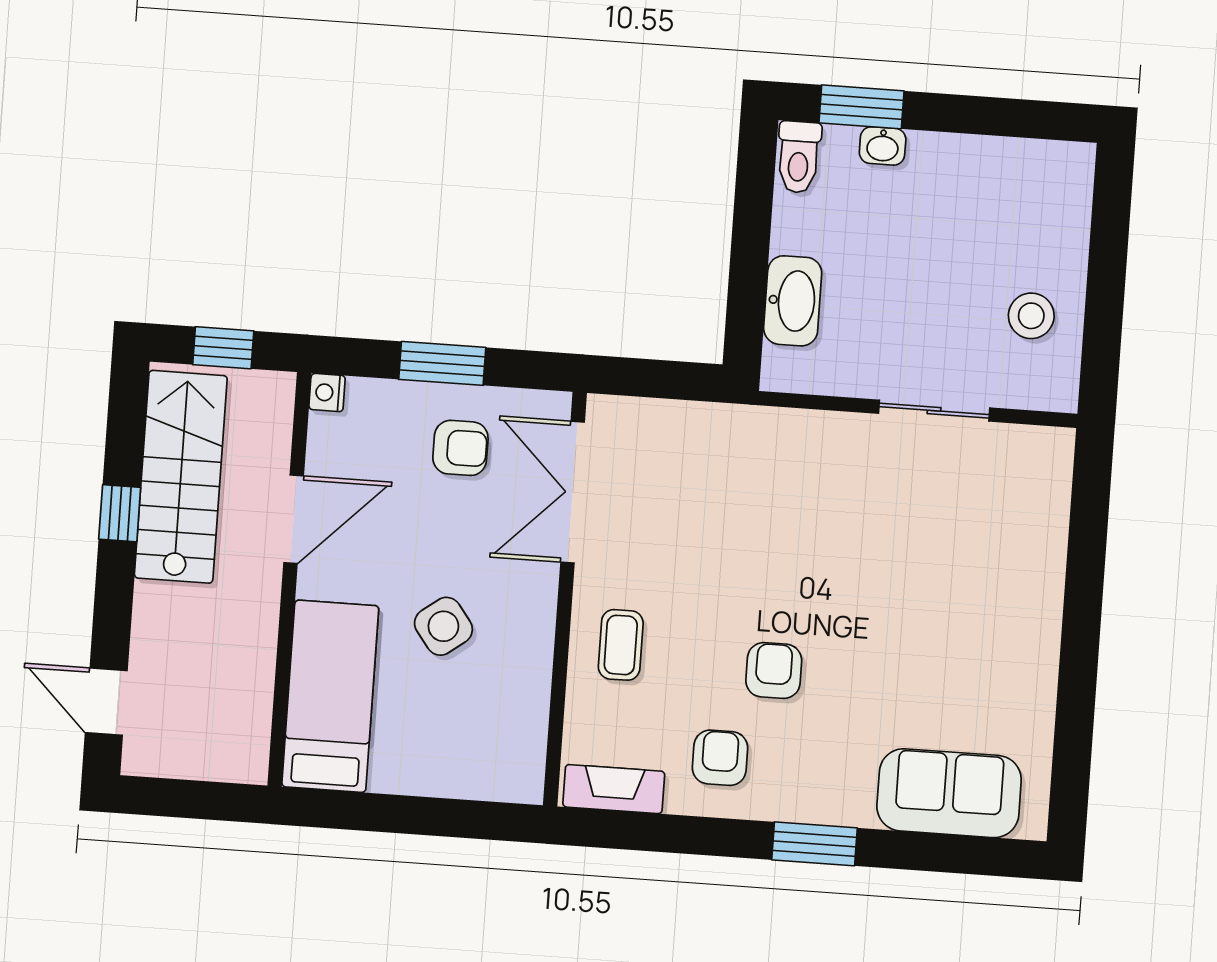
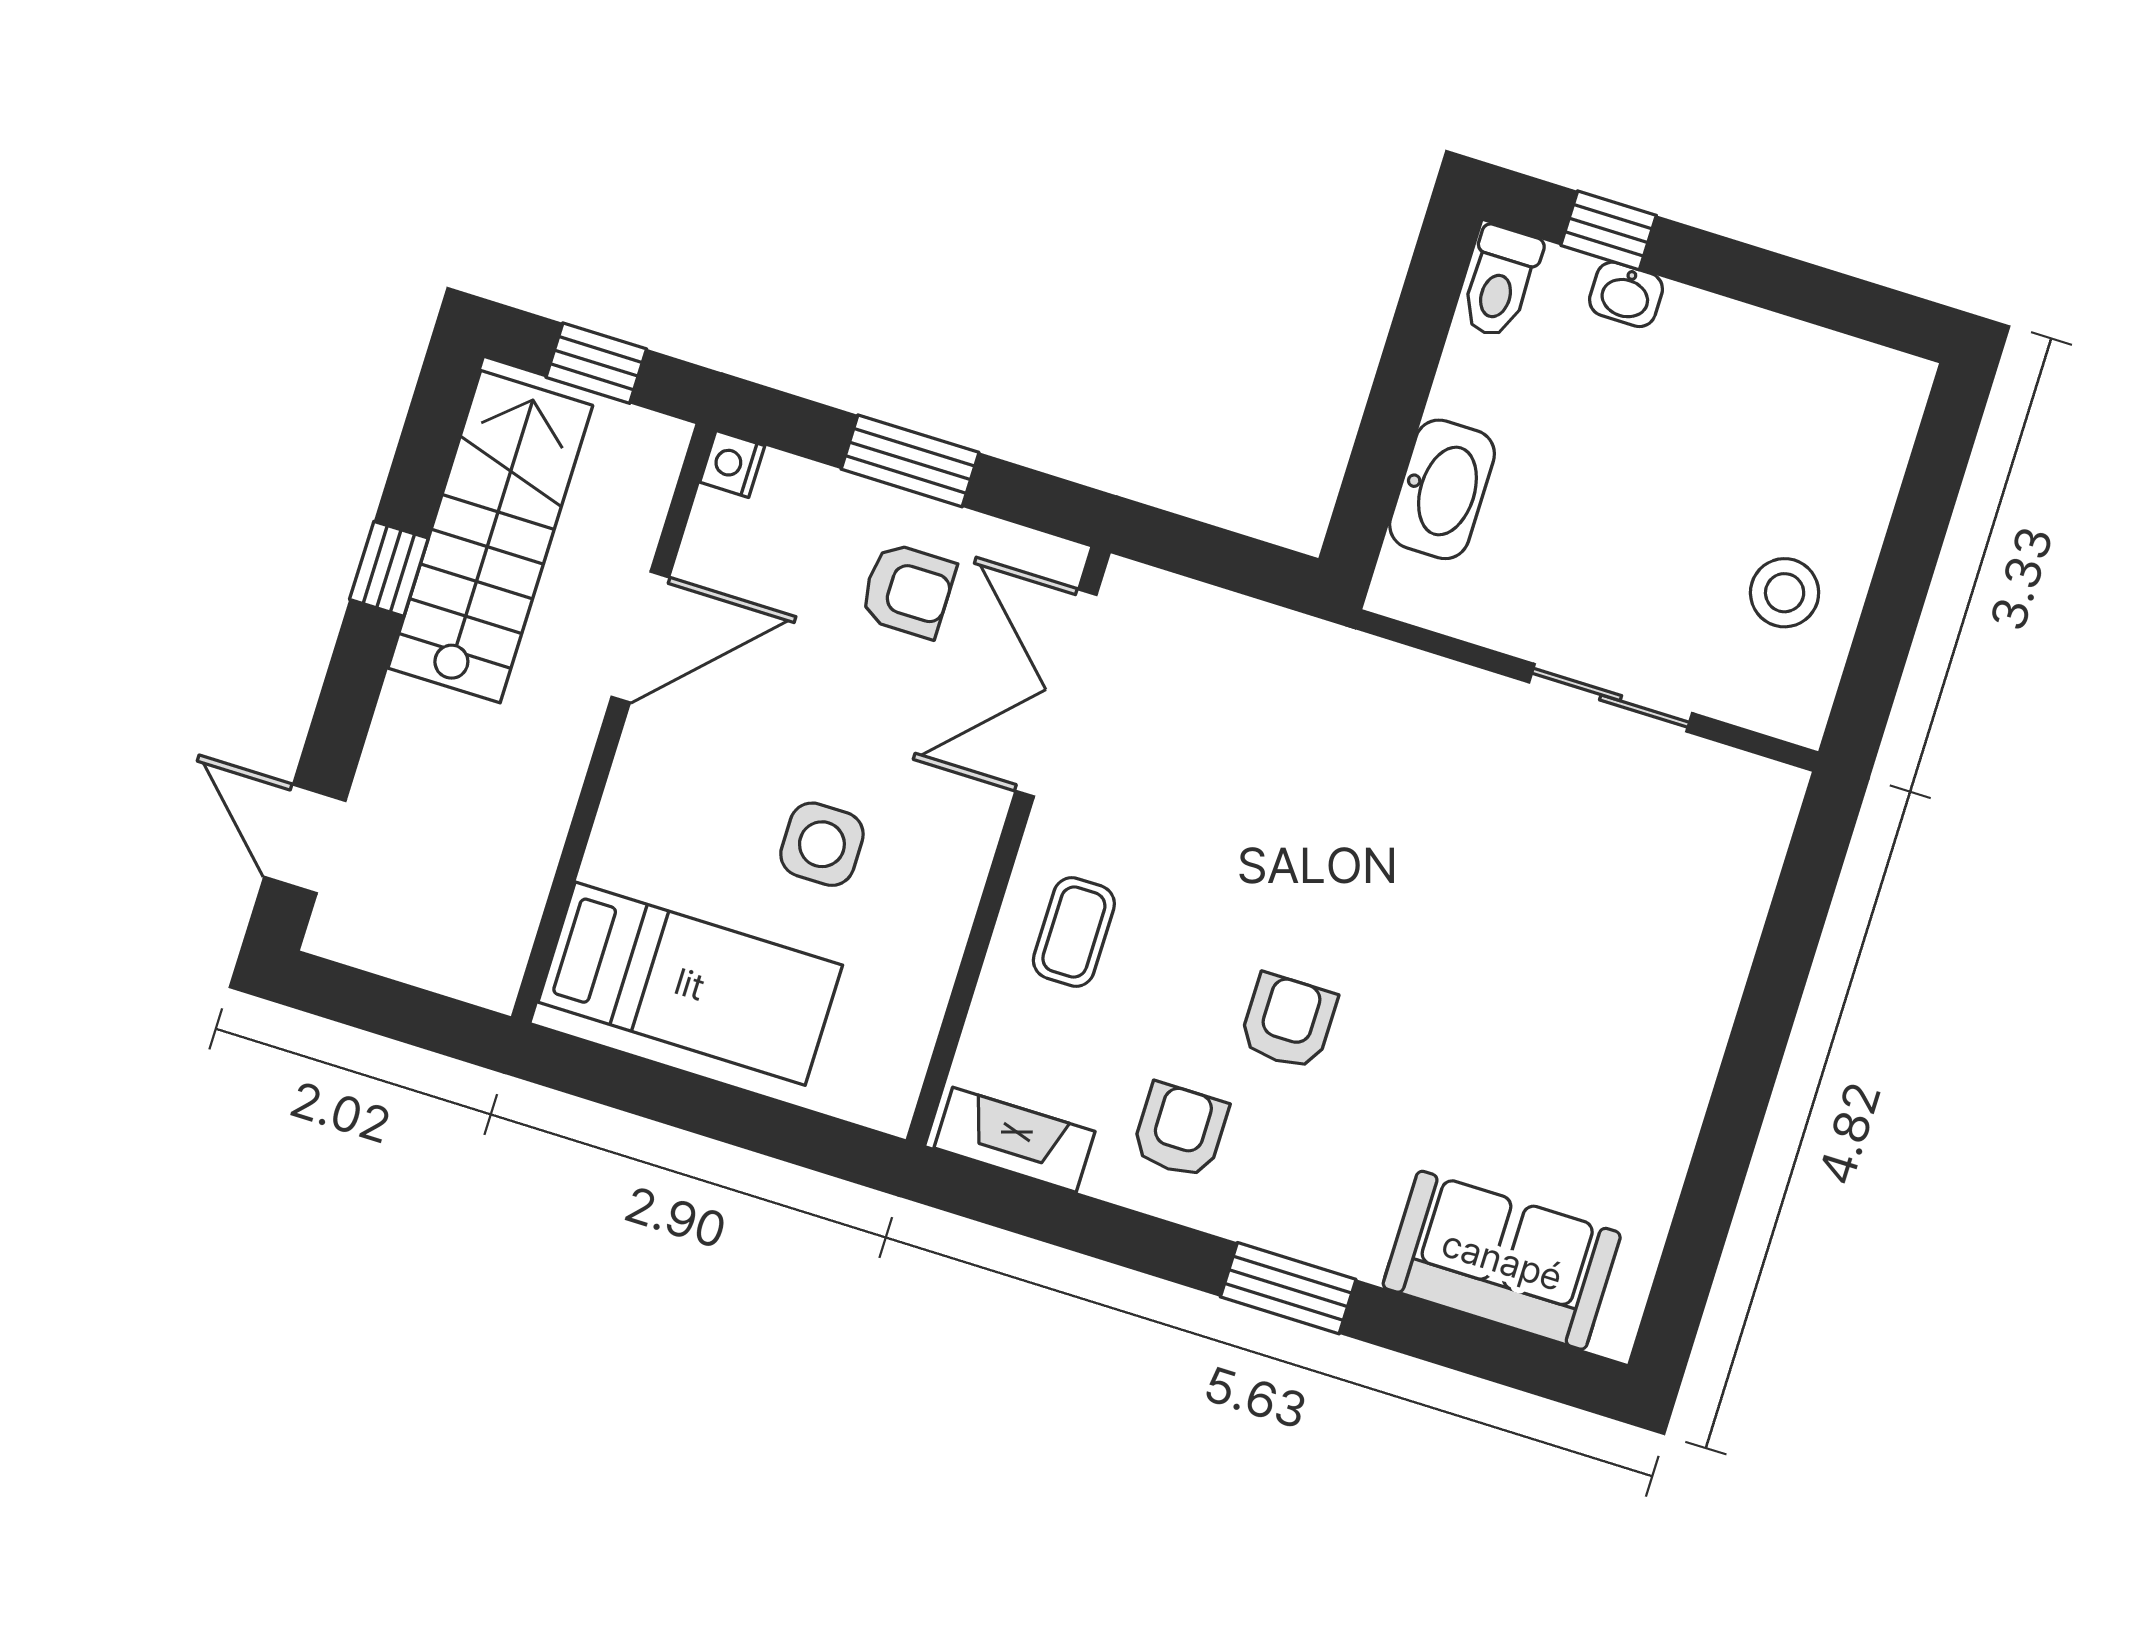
window: (861, 107) -> (1609, 230), width x0.67
side table: (443, 626) -> (822, 844), turned 37
bed: (330, 696) -> (690, 984), moved, turned 90

